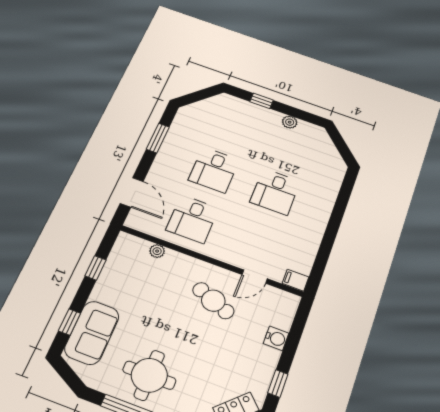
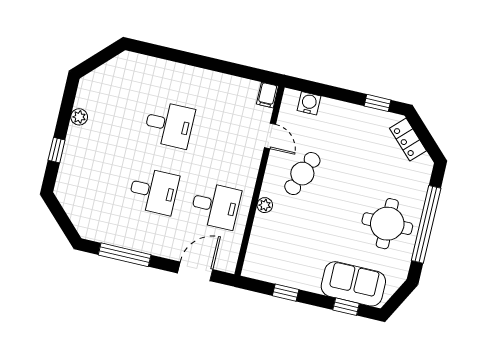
window: (158, 138) -> (125, 255), width x1.44
plant: (157, 251) -> (265, 205), moved
water cooler: (276, 338) -> (309, 103), moved

